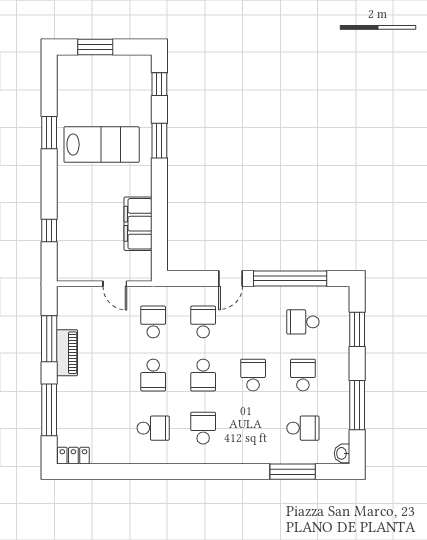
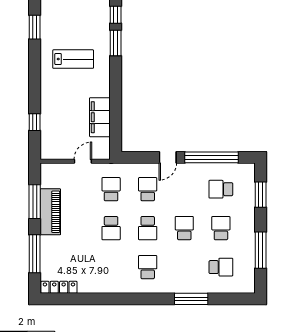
window: (49, 133) -> (35, 27), moved
window: (159, 141) -> (116, 43), moved
lab bench: (102, 145) -> (73, 59), width x0.73, depth x0.72
door: (115, 284) -> (83, 161), swing flipped
piano: (67, 353) -> (50, 212), width x1.37, depth x1.33
school desk: (153, 428) -> (111, 267), removed
washbasin: (342, 453) -> (249, 286), removed
locker: (73, 456) -> (59, 287), width x1.53
window: (293, 472) -> (191, 299), moved

